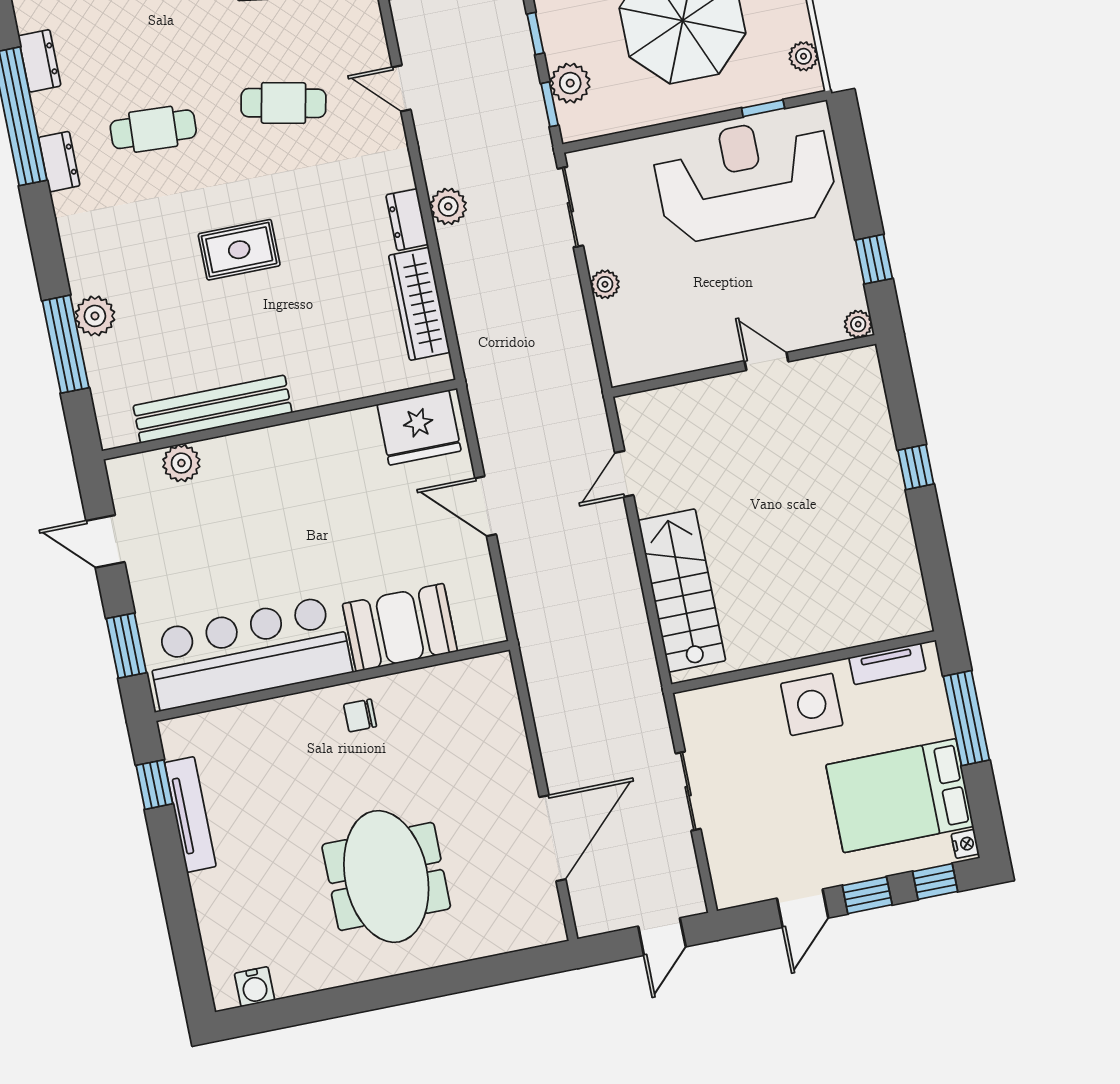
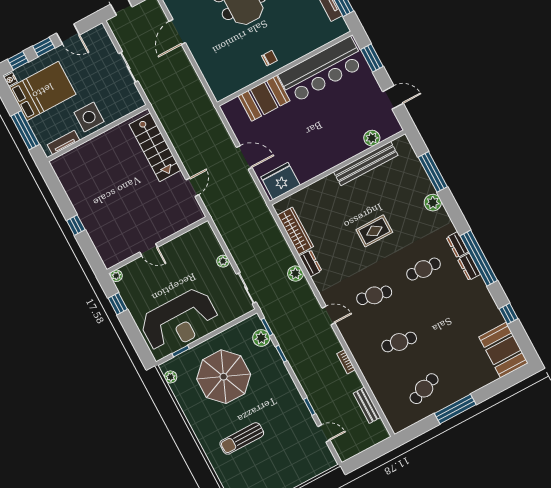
dresser: (39, 61) -> (469, 267), moved
plant: (95, 316) -> (433, 203), moved
door: (553, 838) -> (177, 32), width x0.73
door: (803, 908) -> (68, 34), swing flipped

